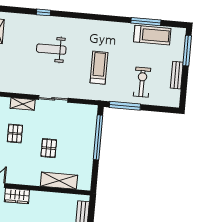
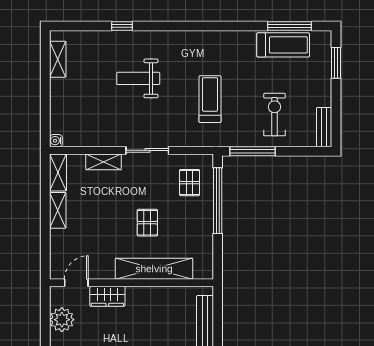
window: (146, 22) -> (289, 26), moved
window: (187, 51) -> (336, 63), width x0.69
bench: (177, 75) -> (324, 127), moved
pallet: (15, 134) -> (190, 183), moved
shelving: (59, 181) -> (154, 269), width x1.47

